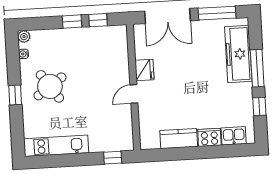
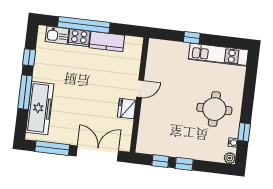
round table: (50, 86) -> (214, 109), turned 35
window: (15, 95) -> (244, 132), moved
window: (207, 152) -> (84, 25), added
window: (113, 158) -> (192, 38), moved

